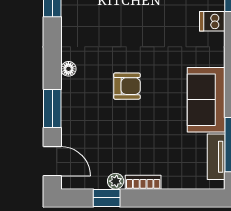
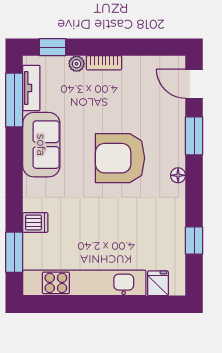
armchair: (127, 86) -> (120, 158), width x1.88, depth x1.88
plant: (116, 181) -> (77, 64), moved
window: (107, 198) -> (53, 47), moved

